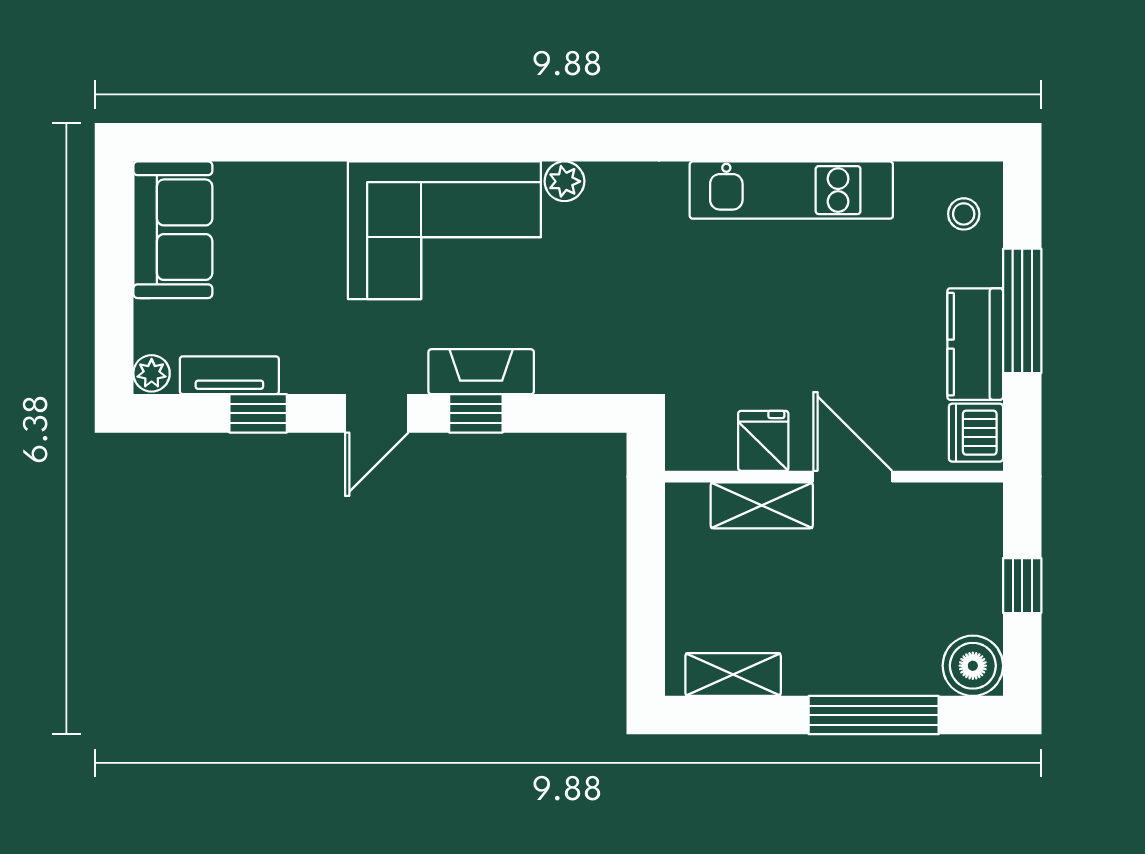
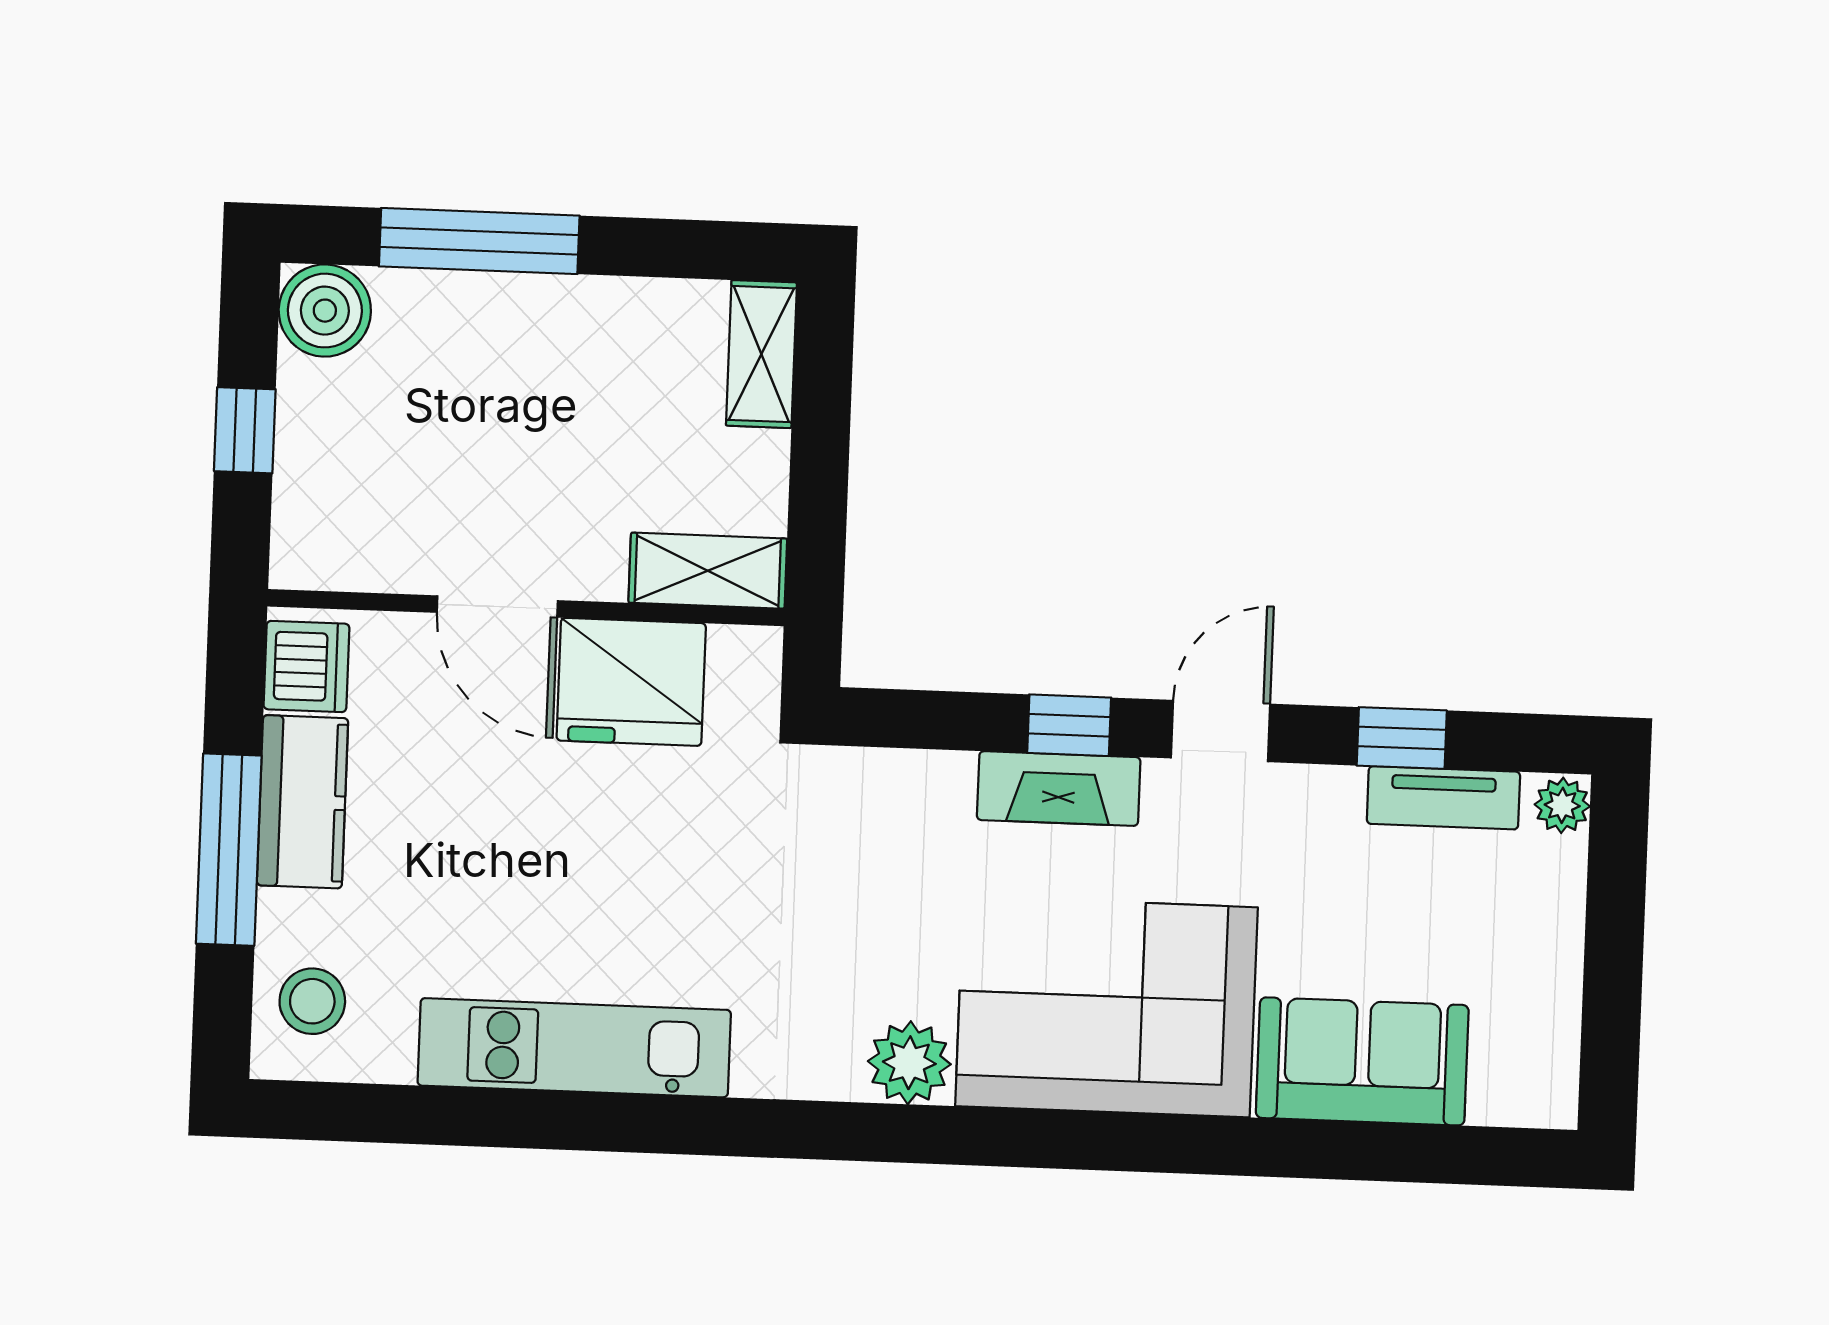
plant: (564, 181) -> (909, 1063), width x1.38, depth x1.38
stool: (964, 214) -> (312, 1001), width x1.37, depth x1.37
sofa: (173, 230) -> (1362, 1061), moved, turned 90
fridge: (763, 441) -> (631, 682), width x1.88, depth x1.34
shelving: (762, 505) -> (708, 571), moved
shelving: (733, 674) -> (761, 354), moved, turned 90

